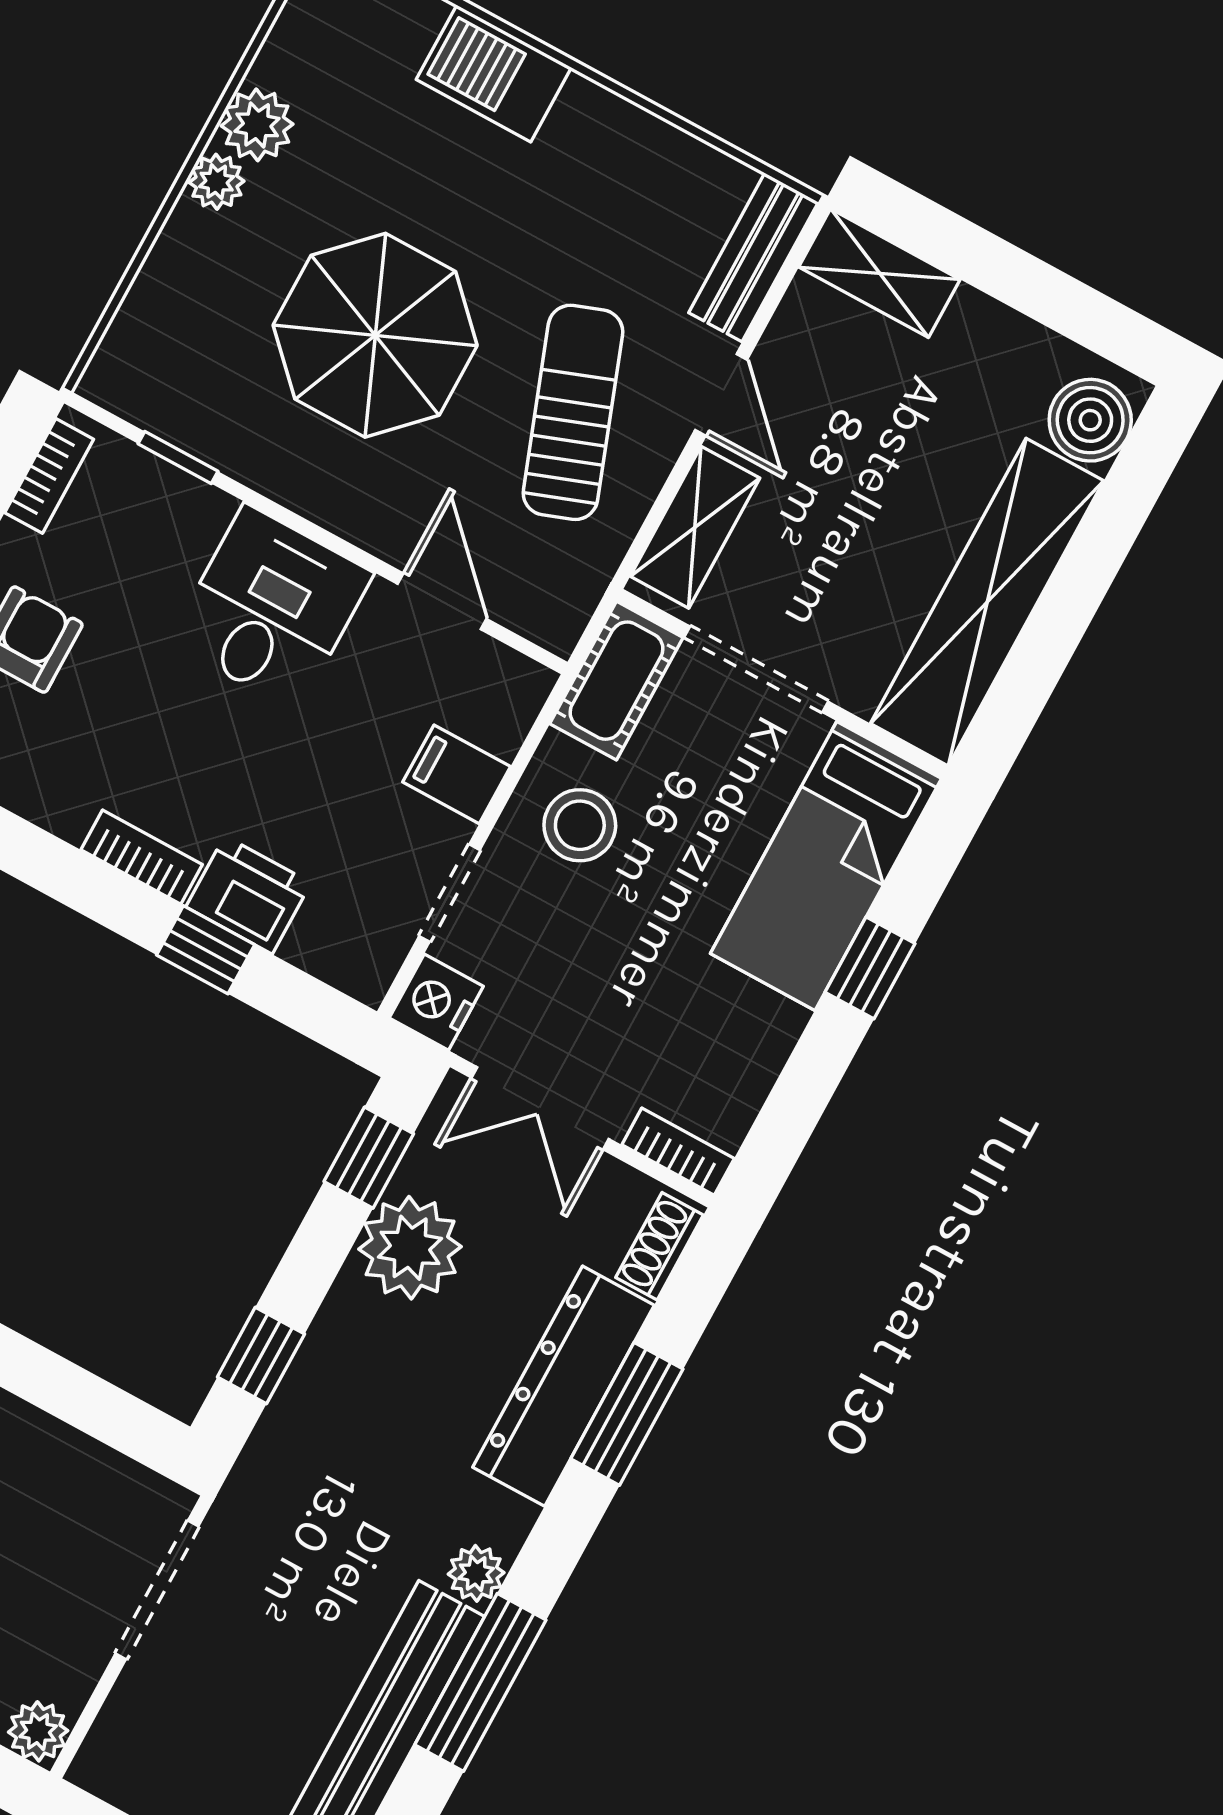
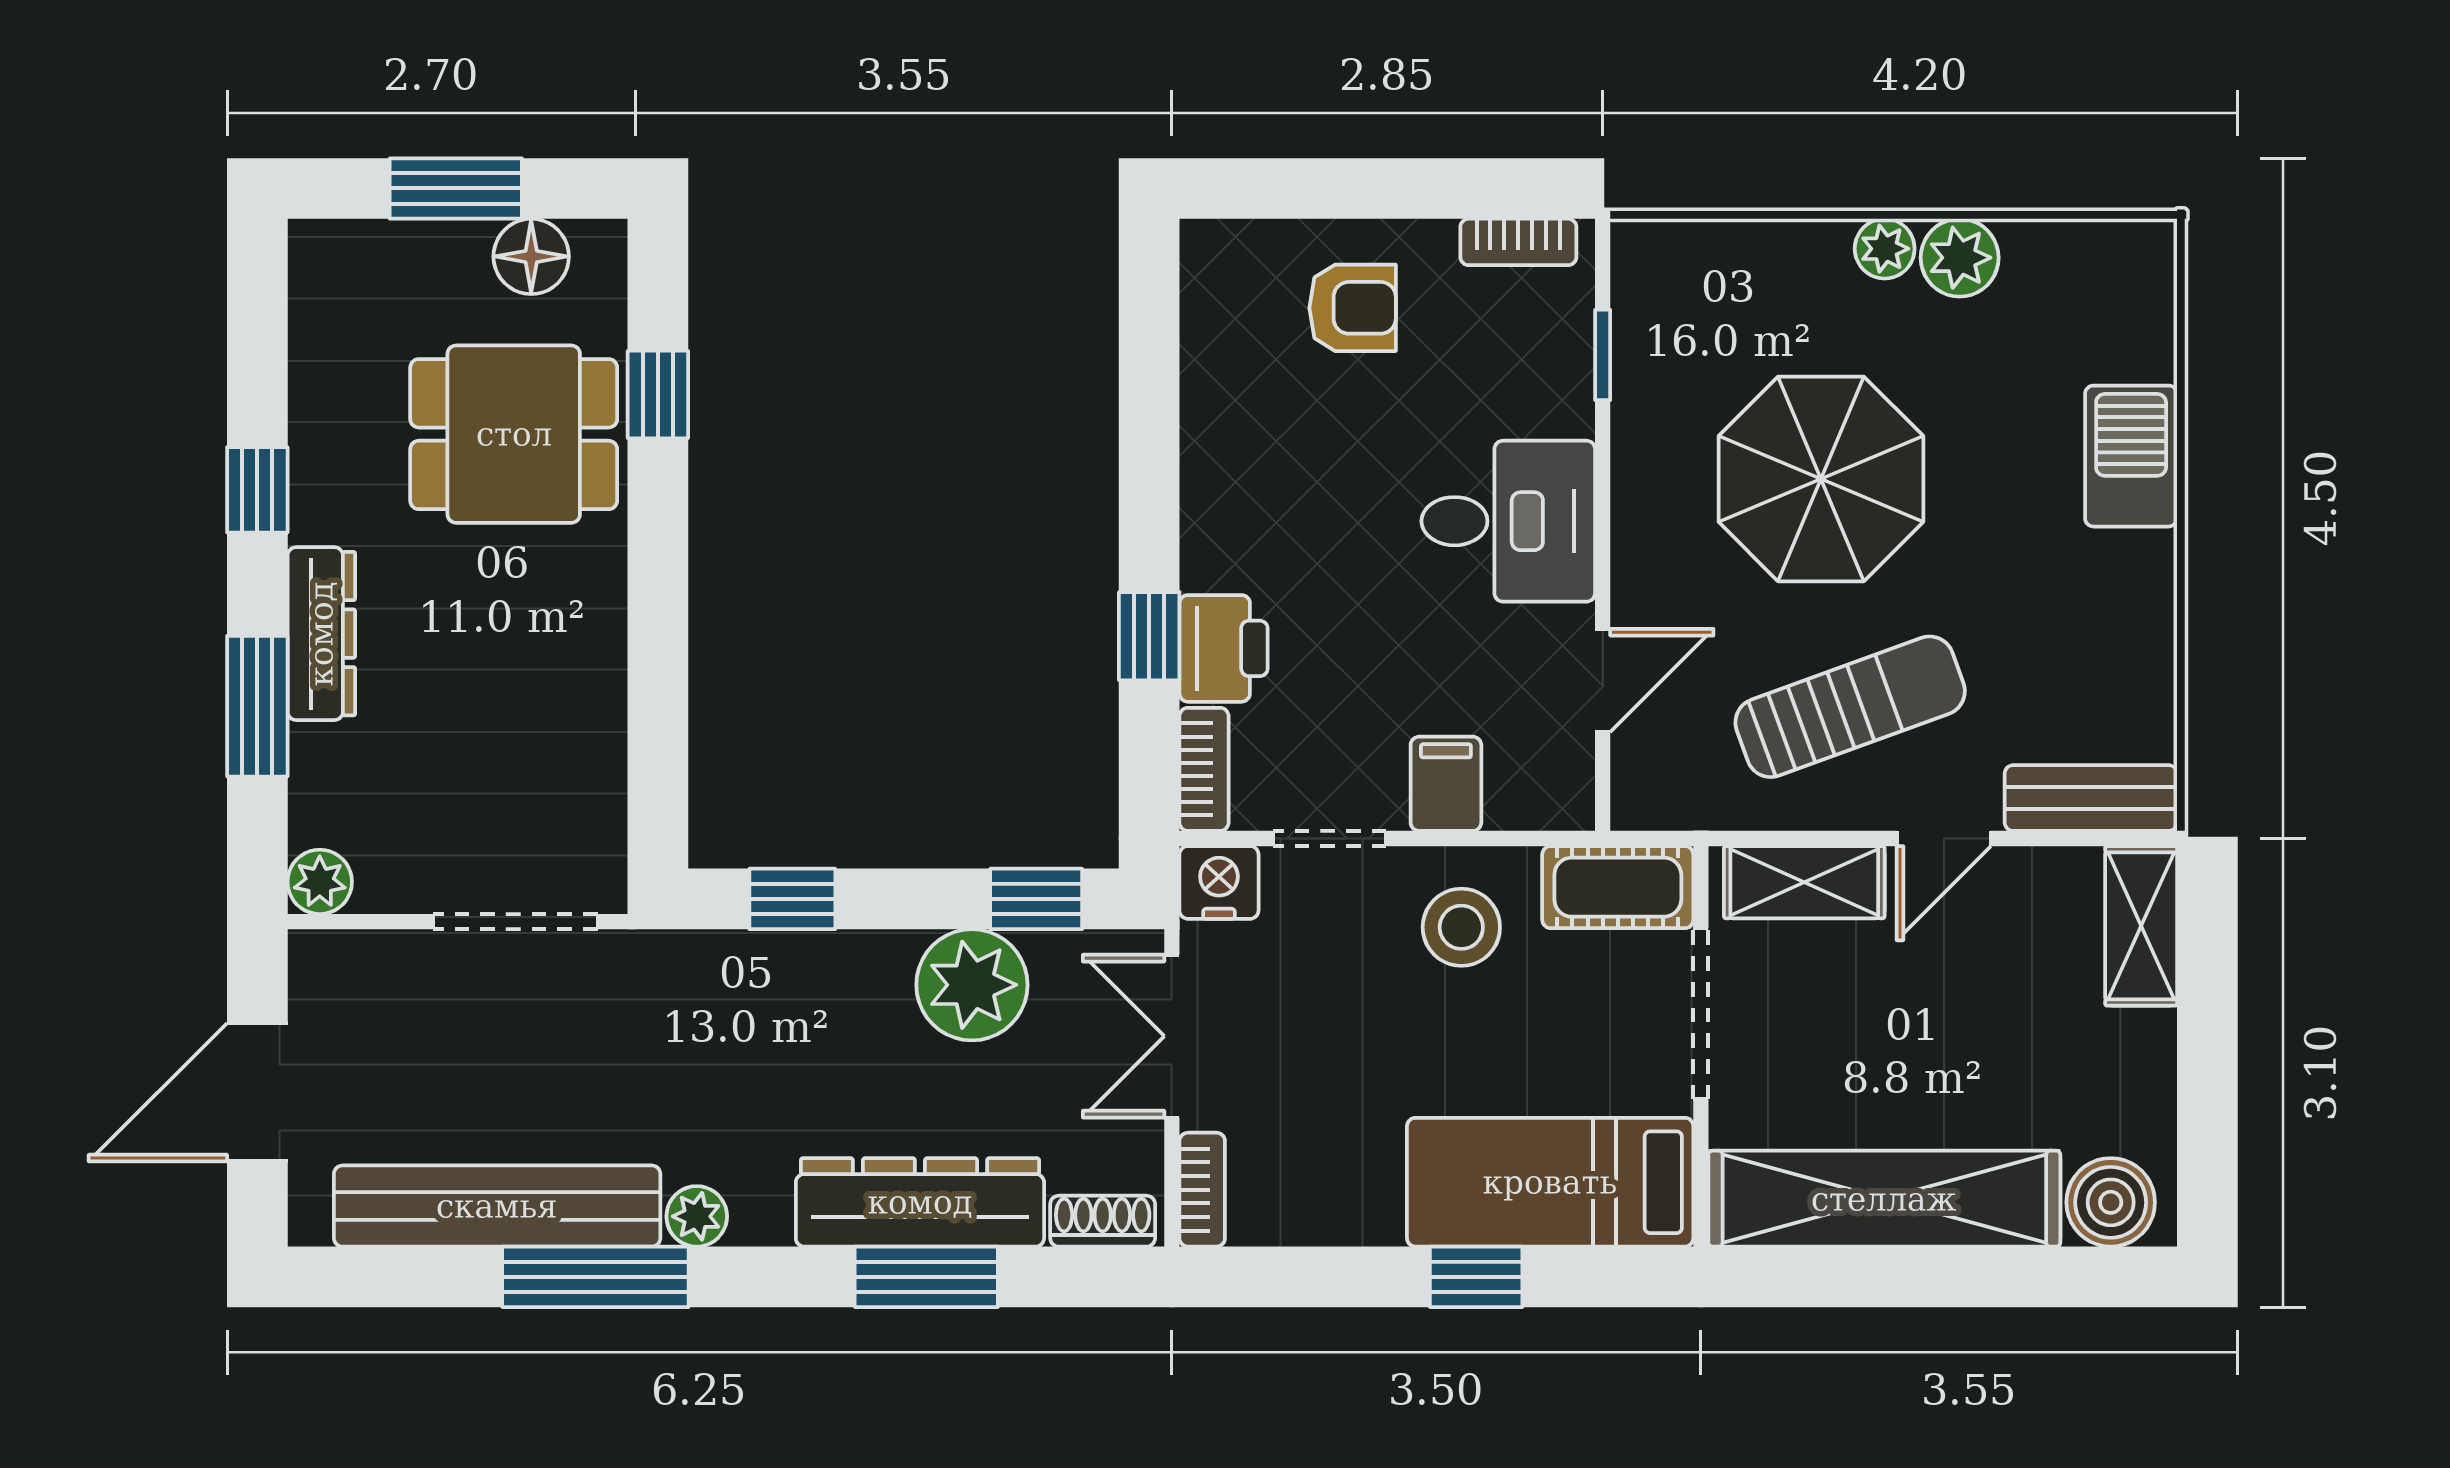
bookcase: (142, 857) -> (1204, 769), moved

